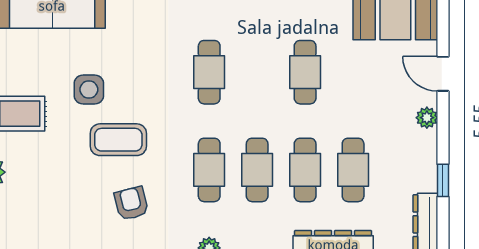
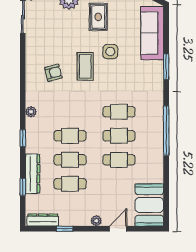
cafe table: (209, 170) -> (119, 136), moved

